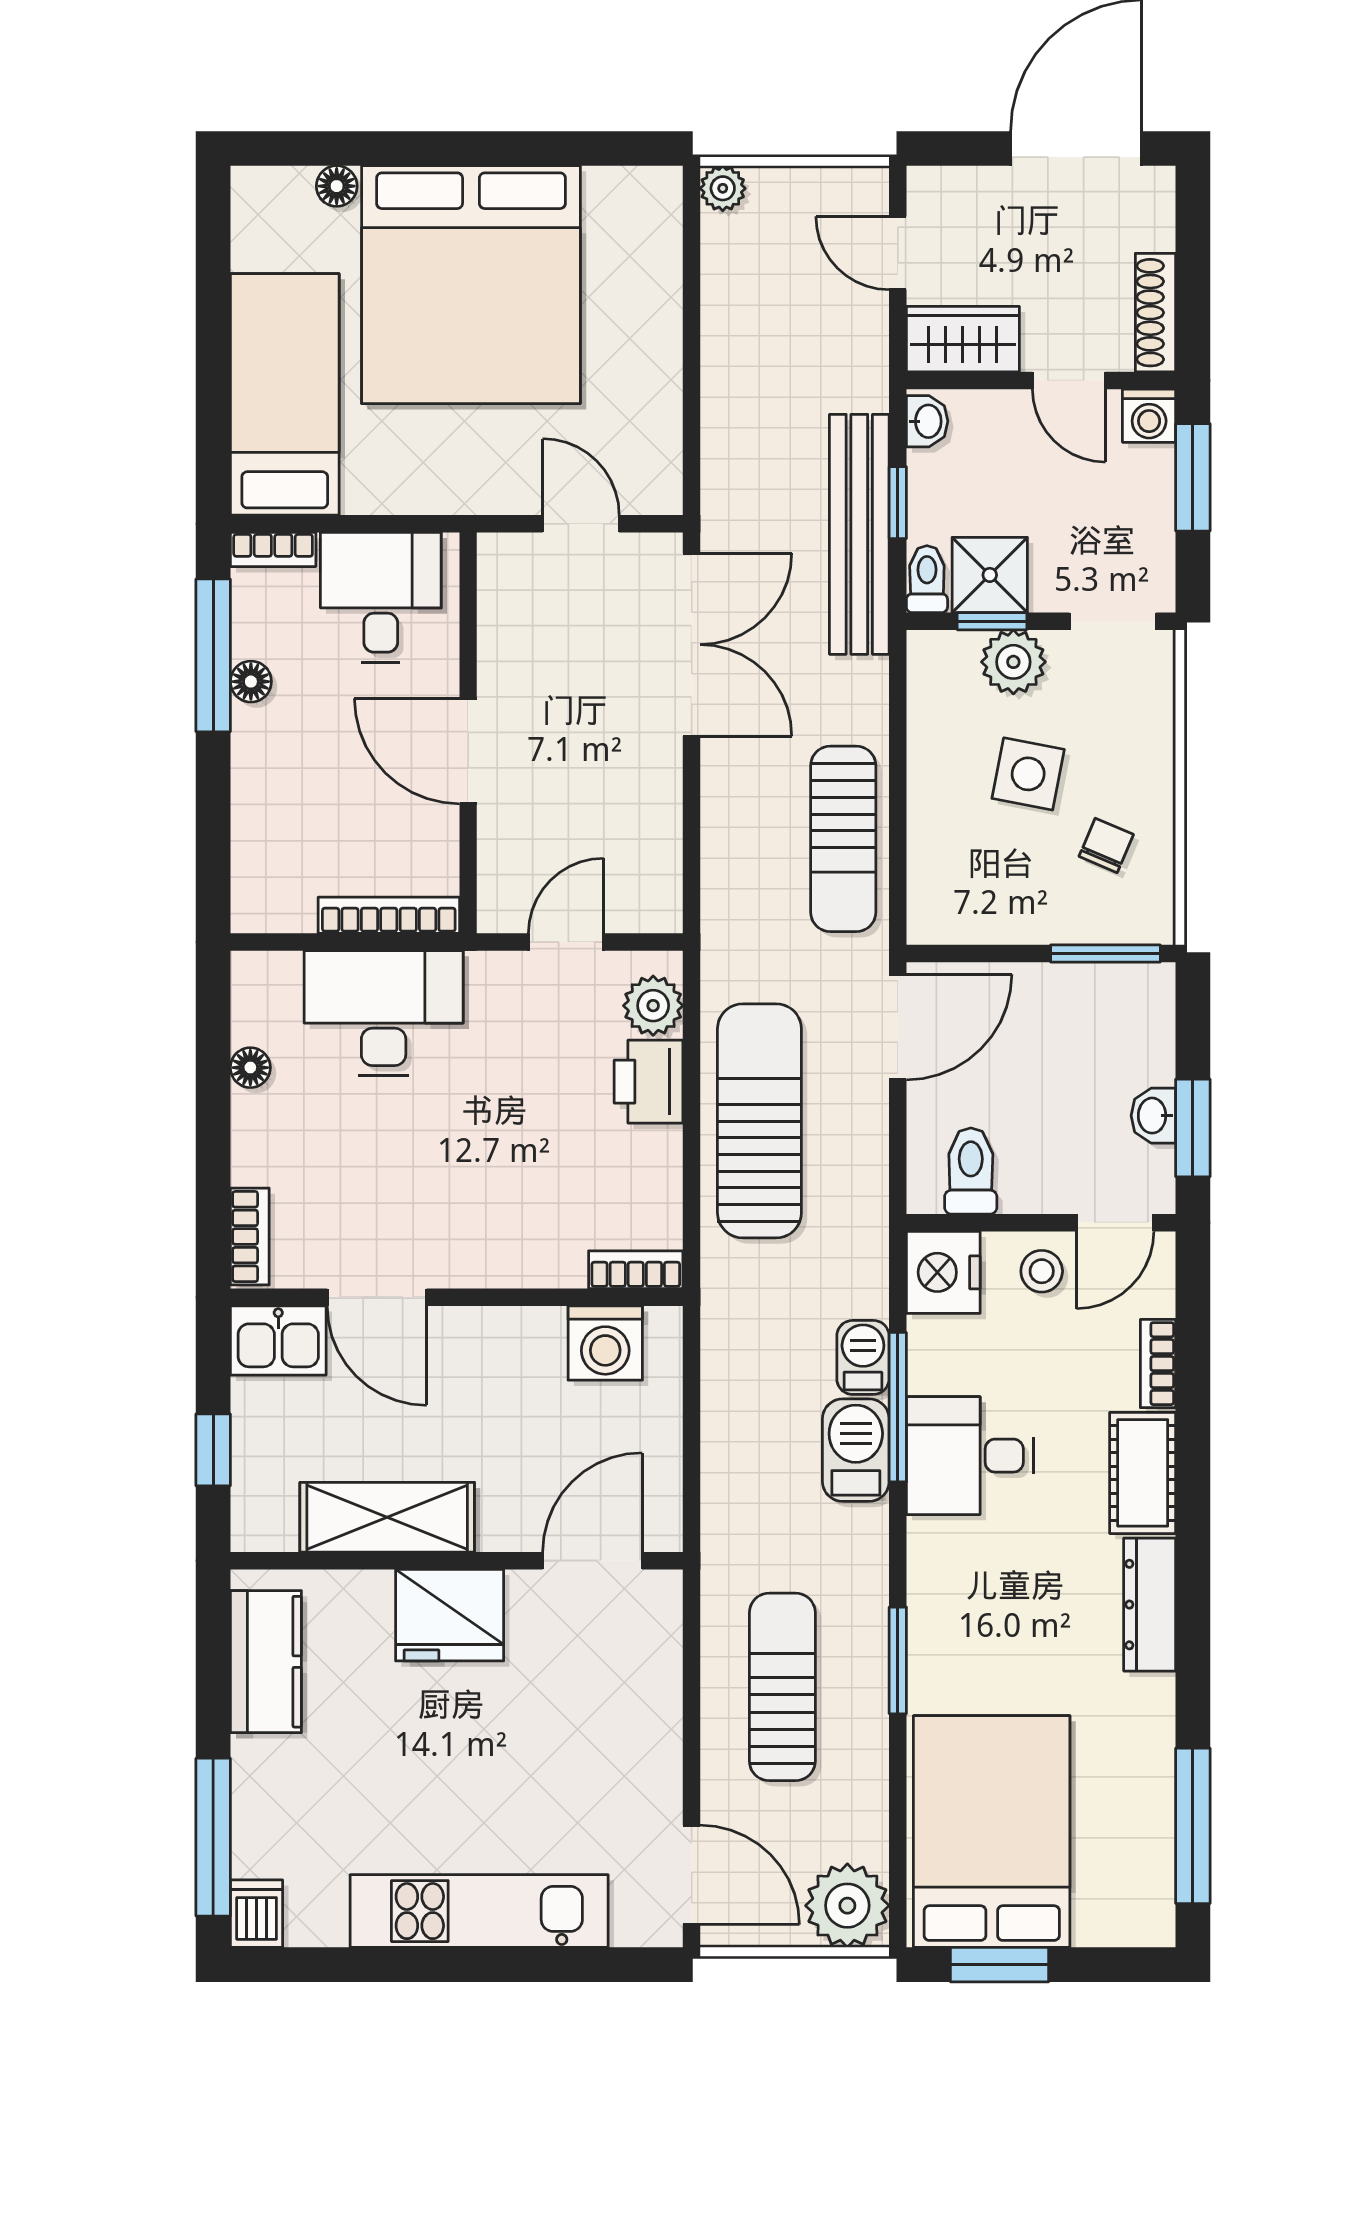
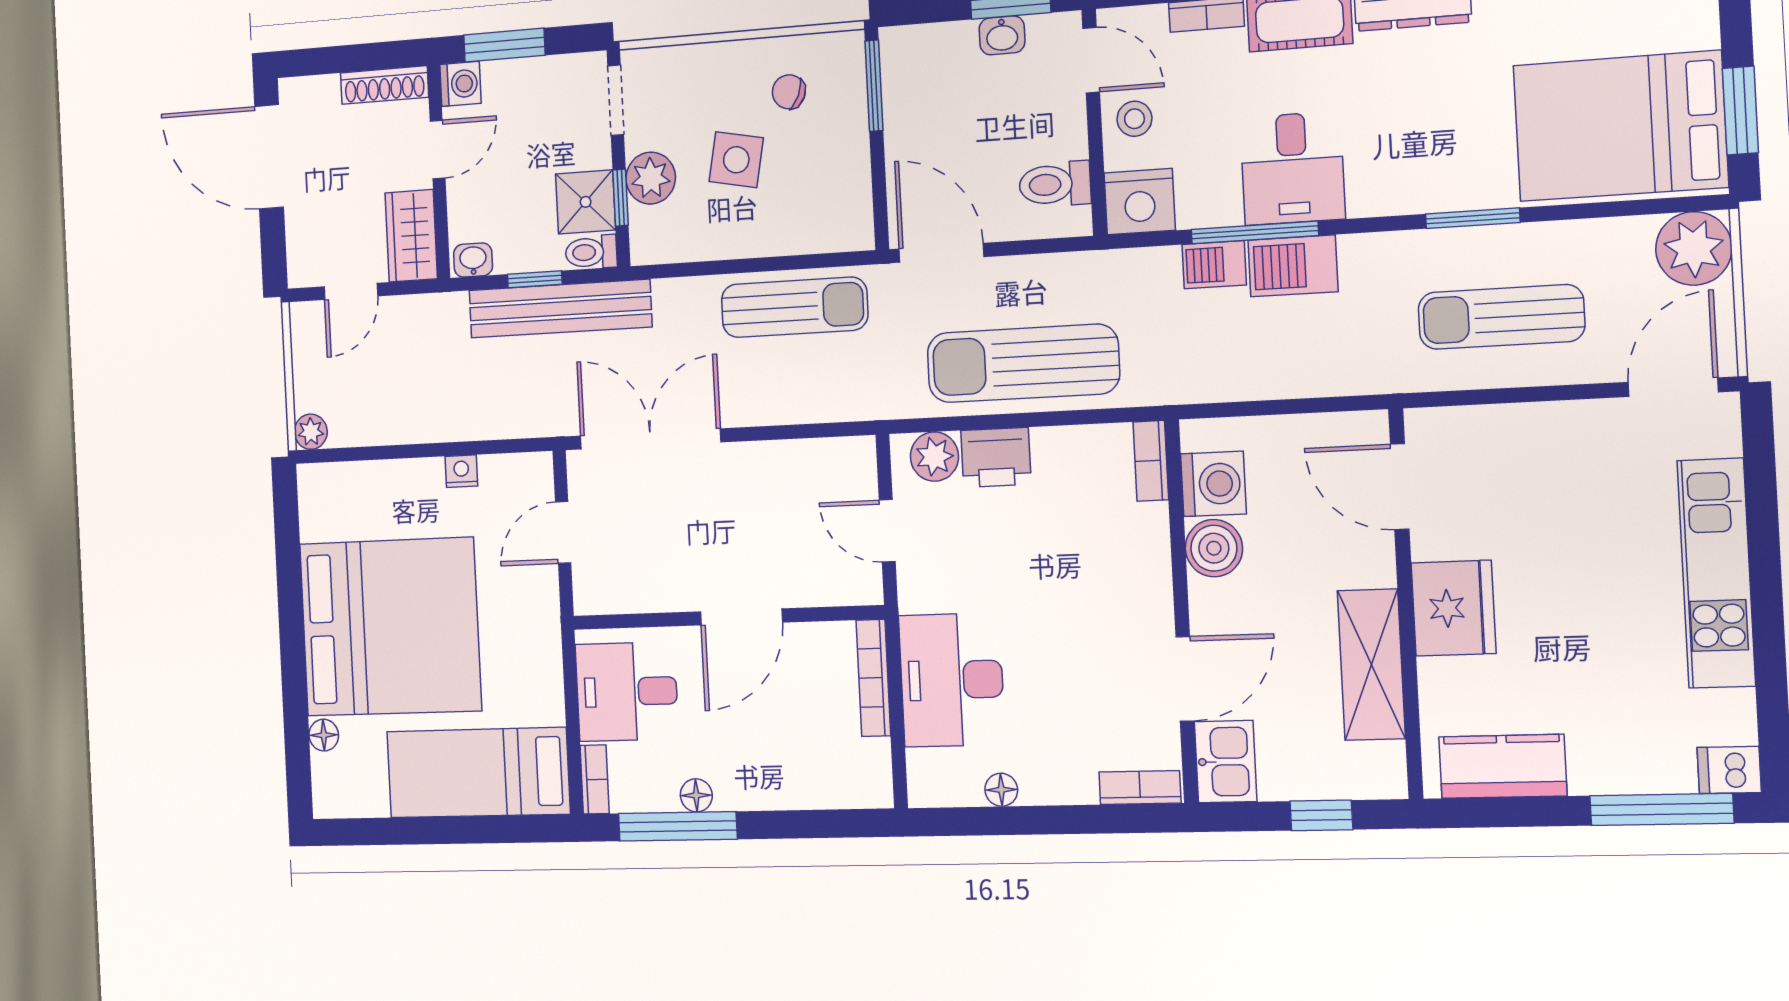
nightstand: (663, 392) -> (461, 471), added
boiler: (530, 1340) -> (1214, 548), added

